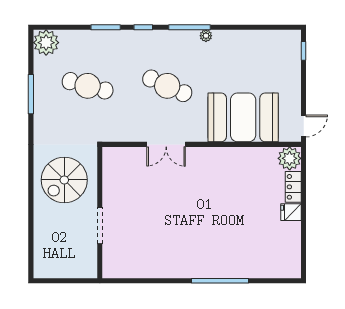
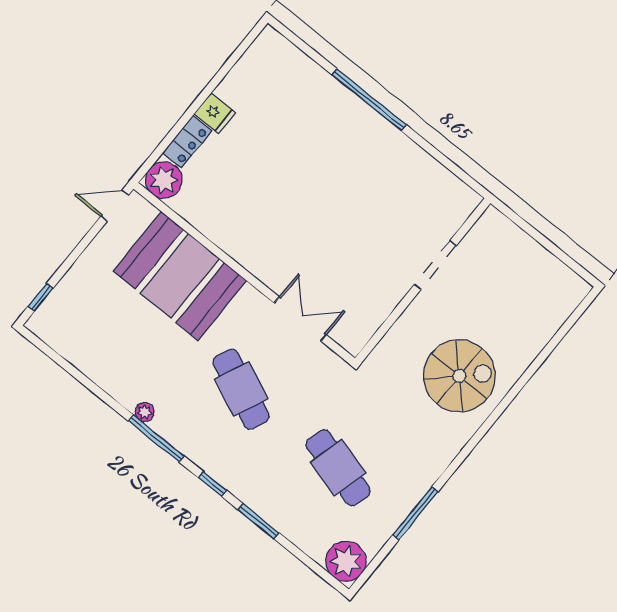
wall: (100, 213) -> (423, 281), moved
doorway: (100, 226) -> (436, 265), moved

